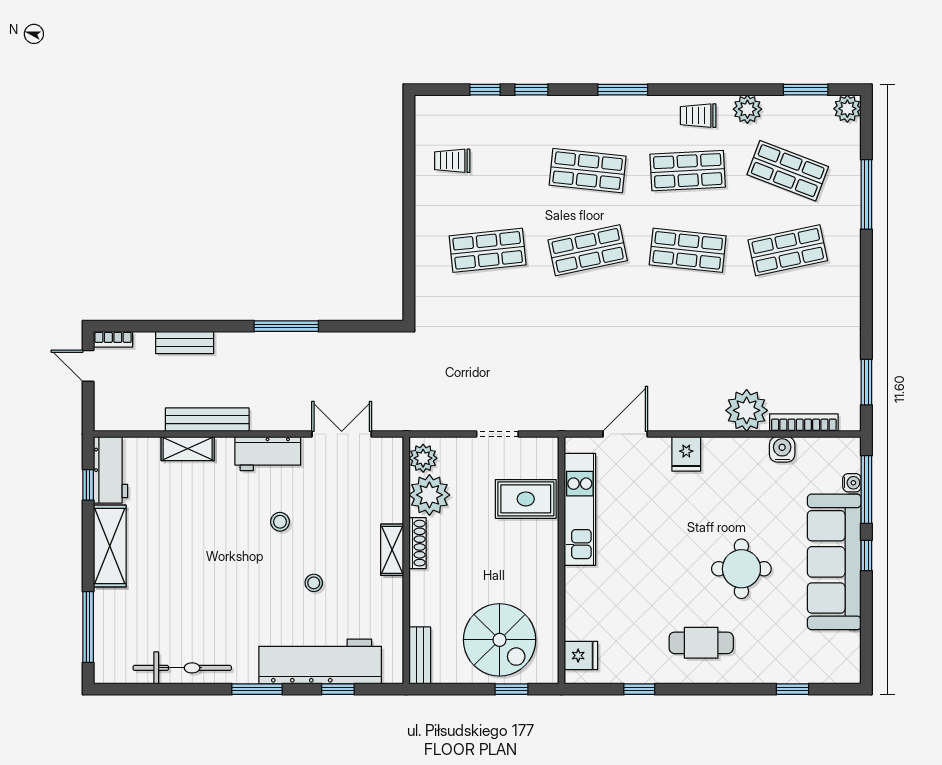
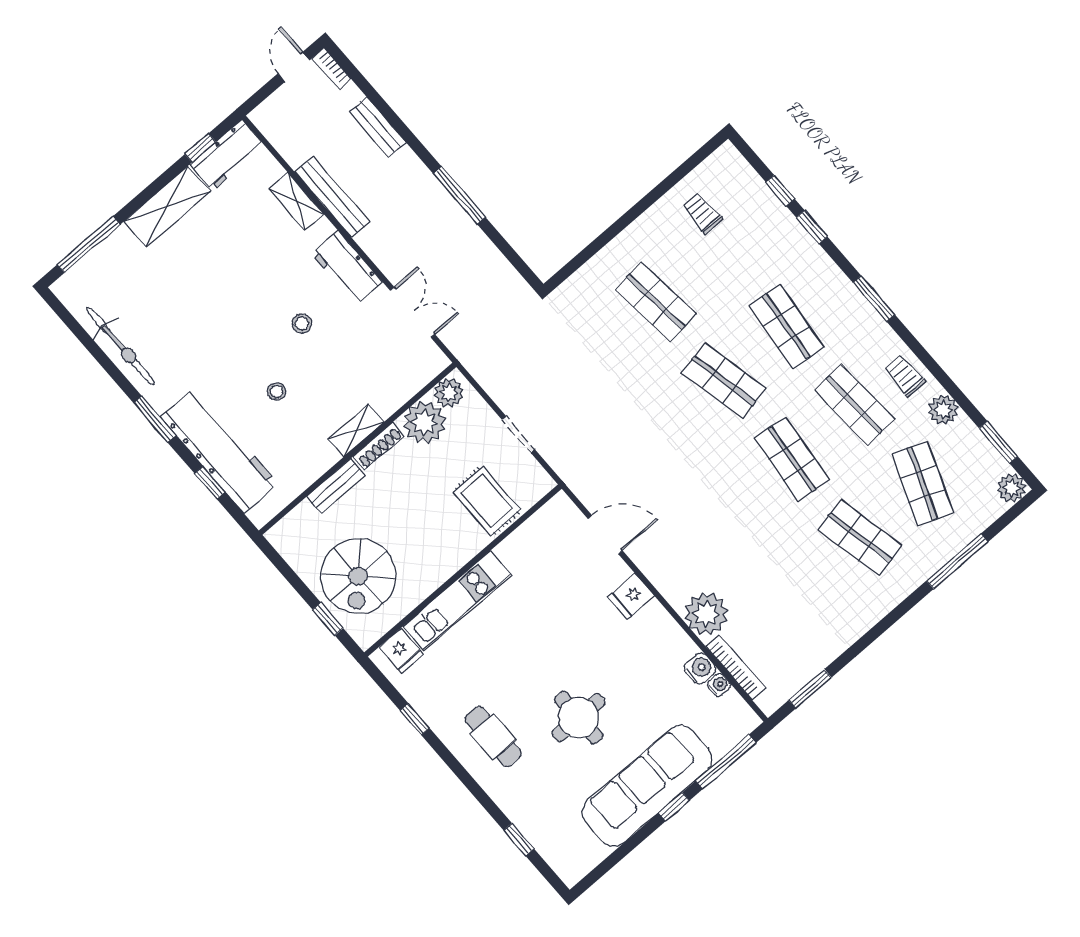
water cooler: (852, 483) -> (719, 685), moved, turned -90
kitchen unit: (580, 509) -> (457, 601), moved
bench: (420, 655) -> (336, 486), moved

